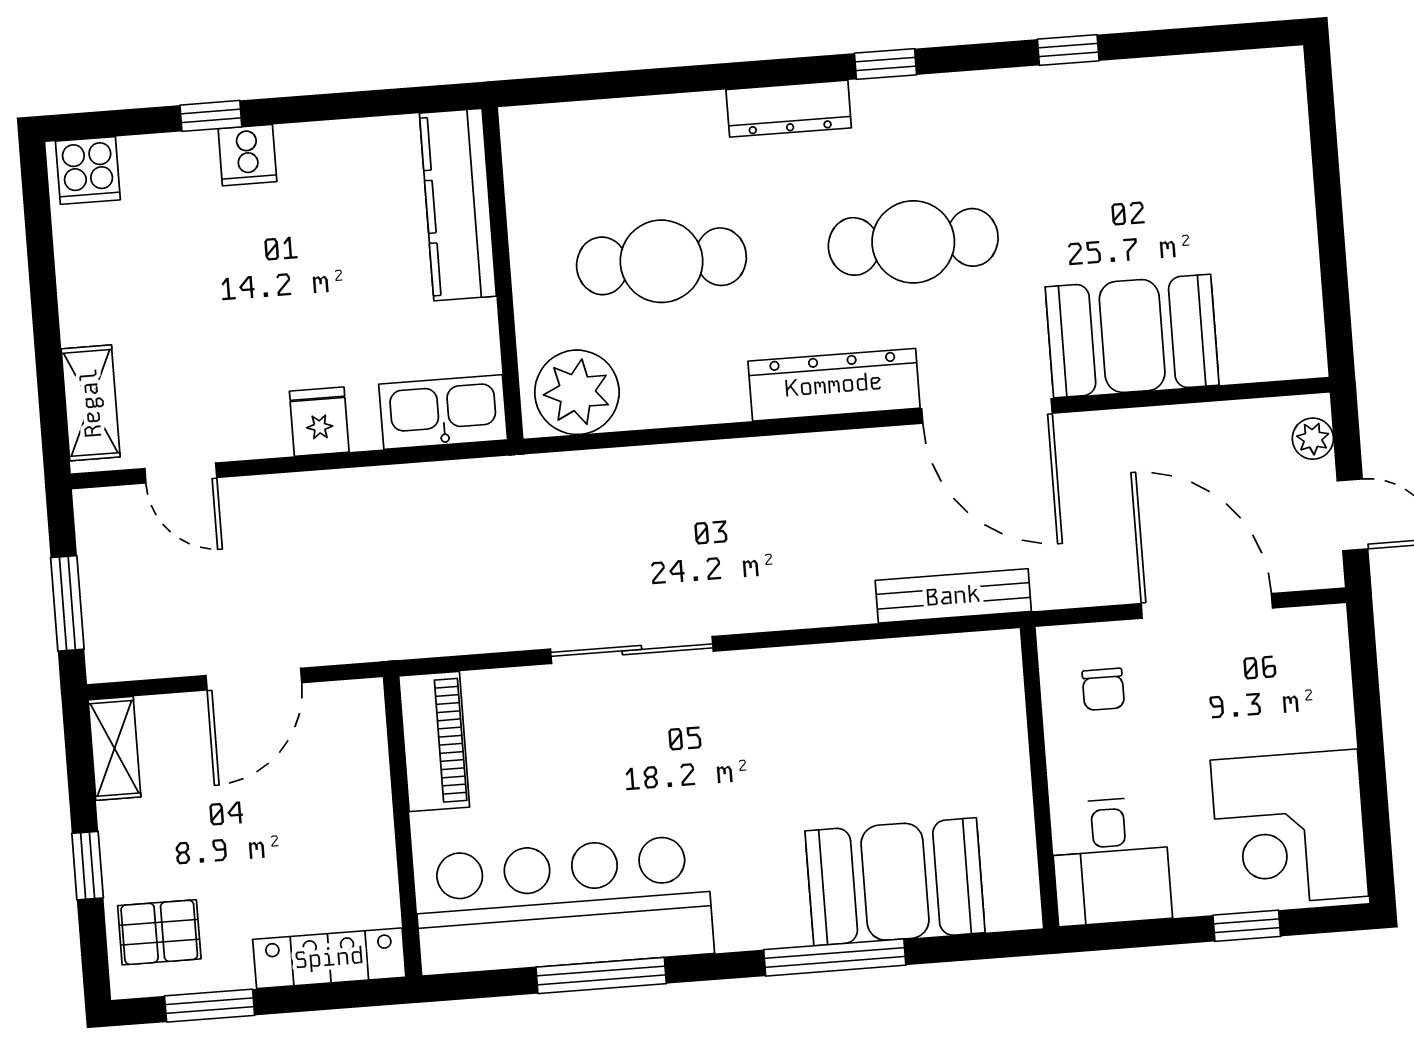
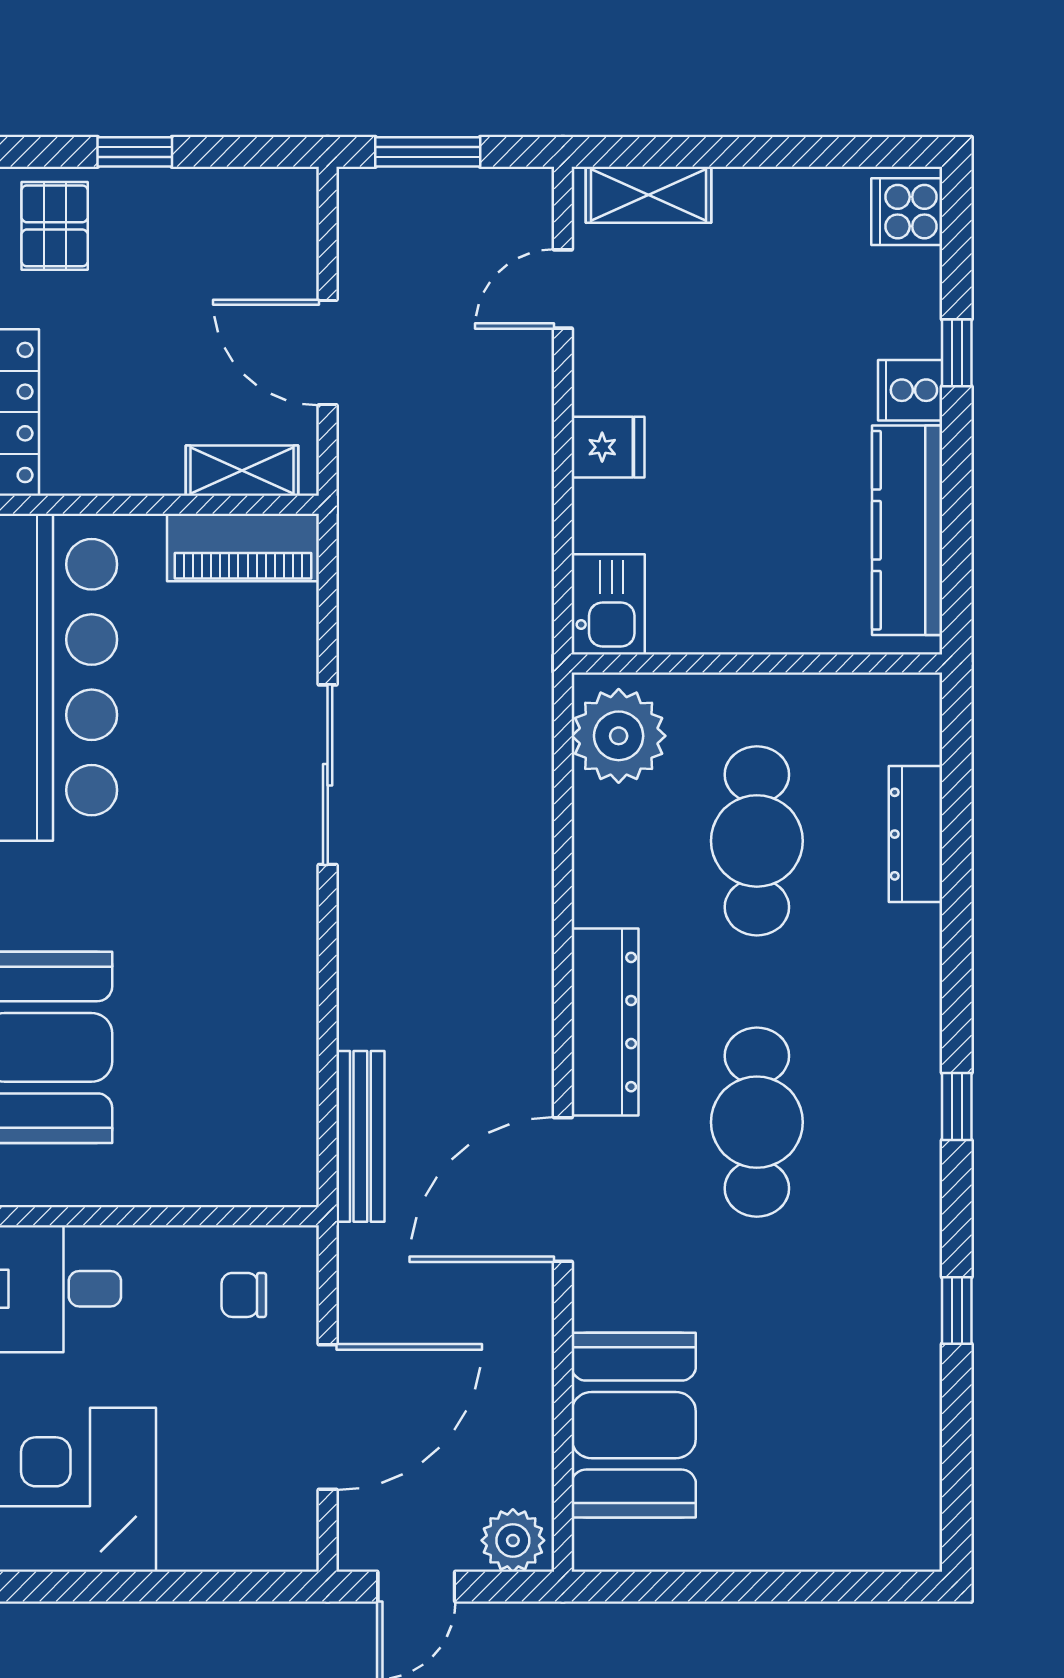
dresser: (789, 109) -> (915, 834), moved
kitchen counter: (458, 205) -> (907, 530), moved, turned -90
booth: (1132, 336) -> (634, 1425), moved
kitchen sink: (443, 412) -> (608, 604), width x0.73
plant: (1313, 439) -> (513, 1540), width x1.38, depth x1.38
shelving: (114, 748) -> (242, 471), moved

